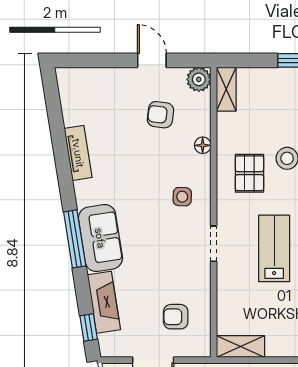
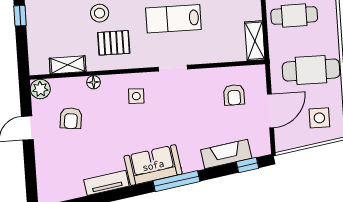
shelving: (226, 89) -> (68, 65), moved
sofa: (100, 238) -> (153, 165), moved

